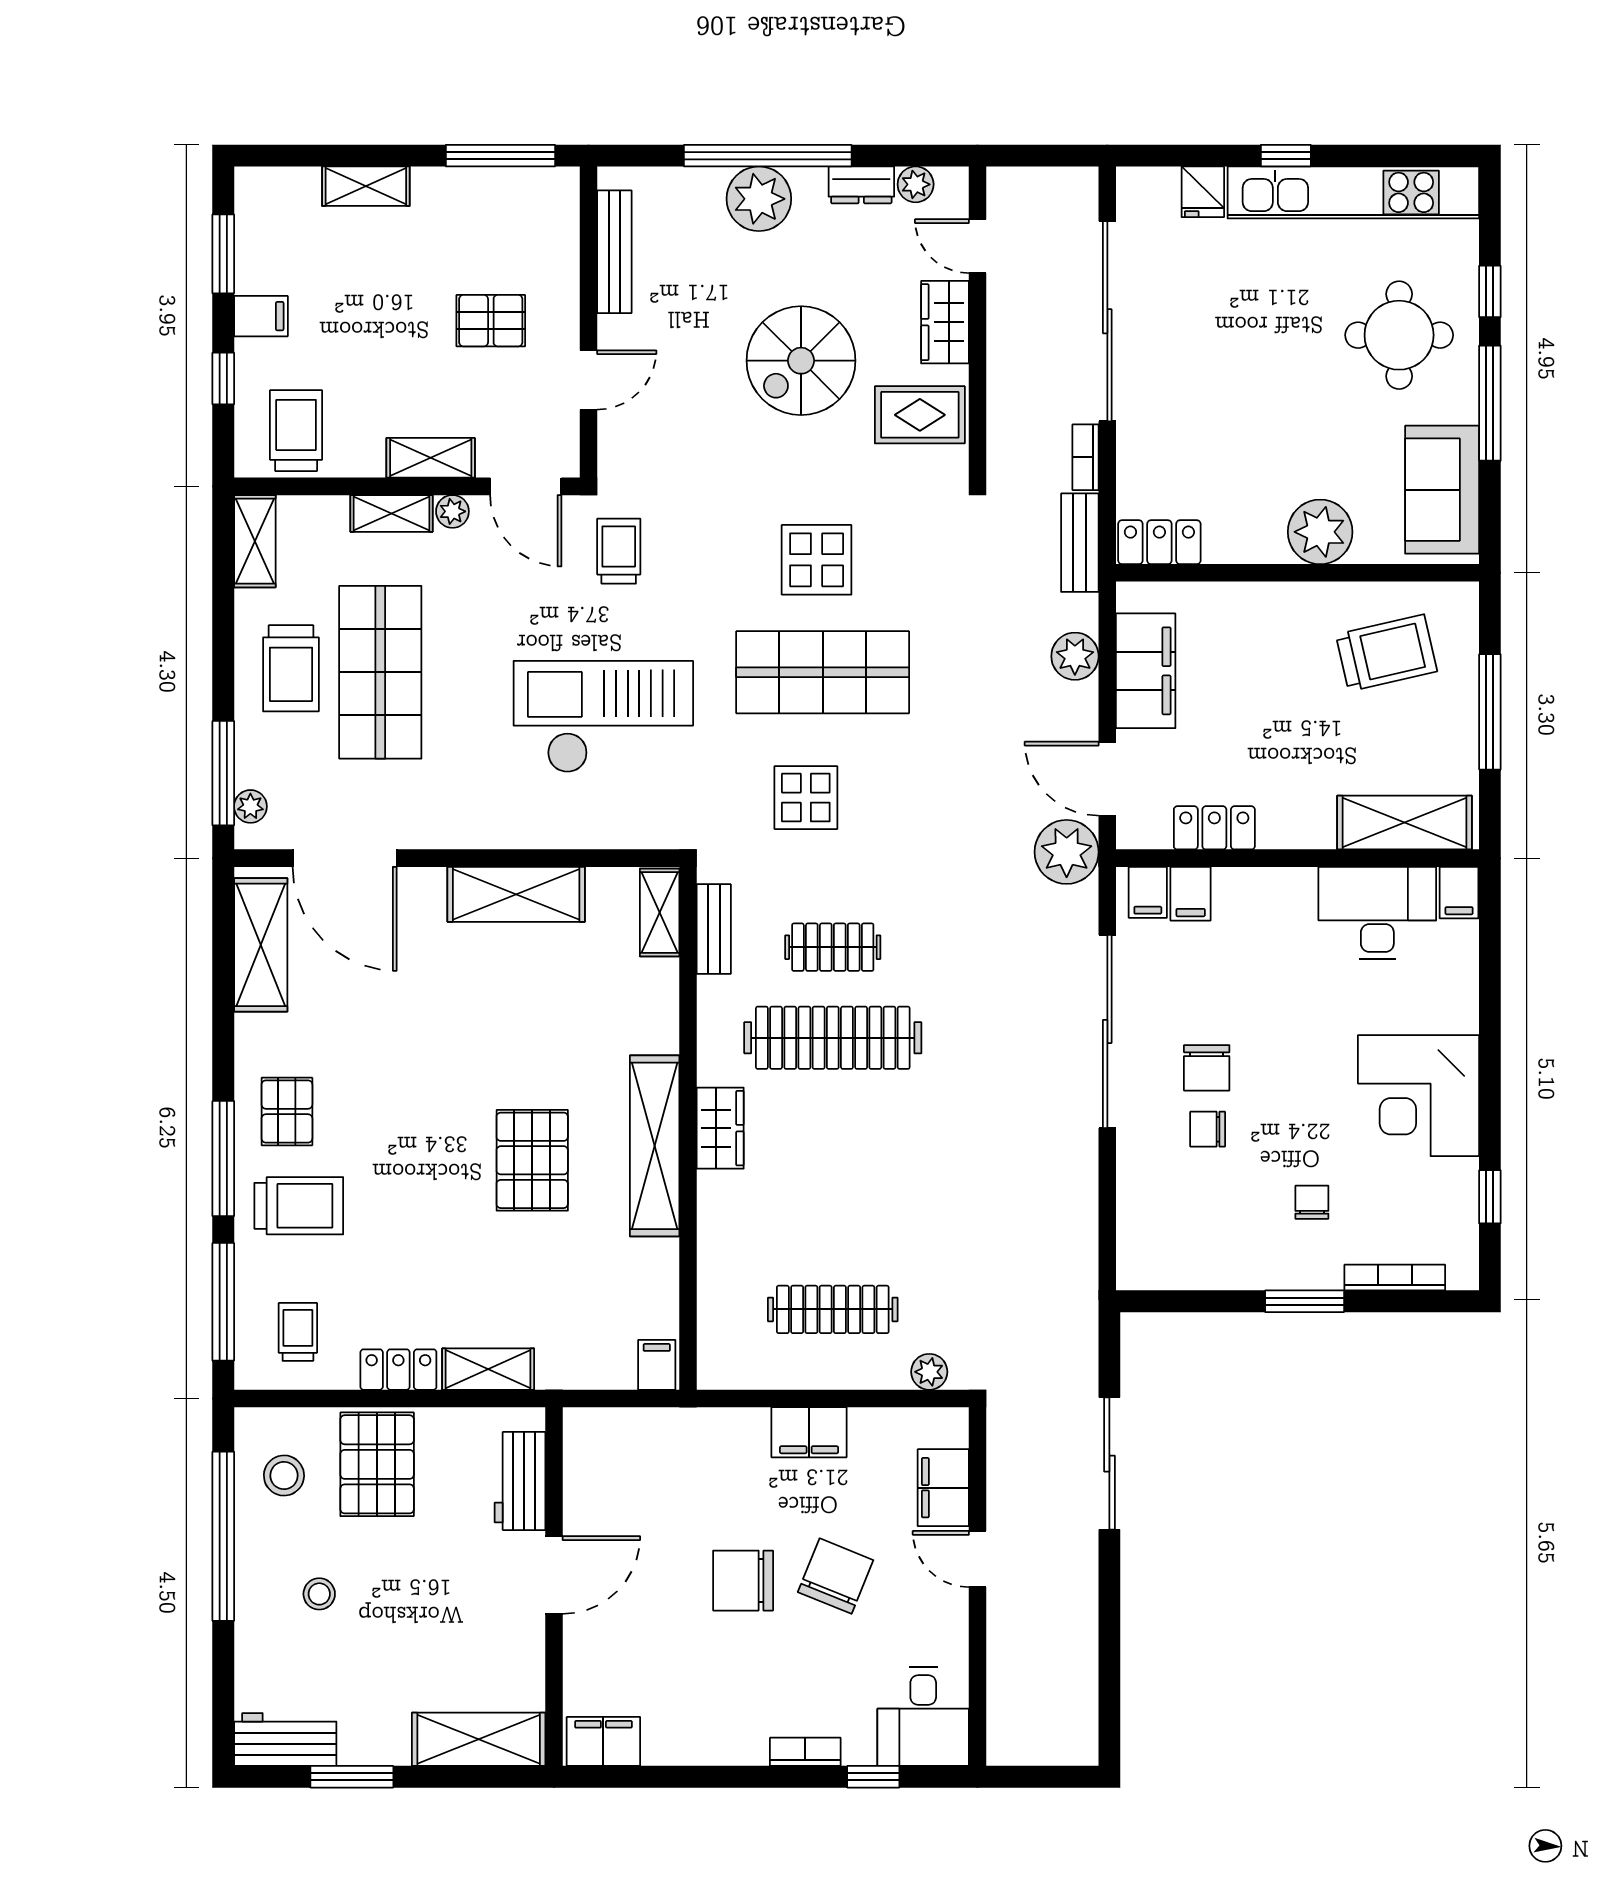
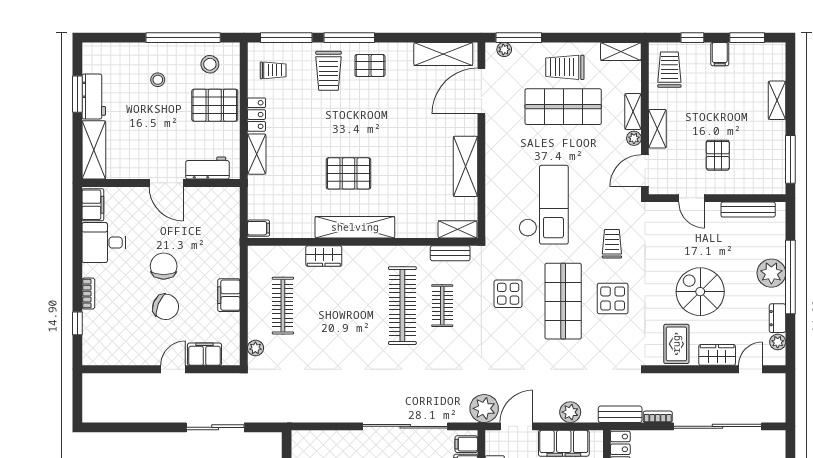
trolley: (296, 431) -> (669, 70), turned -90
trolley: (619, 551) -> (612, 244), moved, turned -90
wardrobe: (720, 1128) -> (324, 256), moved
desk: (923, 1717) -> (104, 243), moved
workbench: (285, 1740) -> (94, 97), moved

